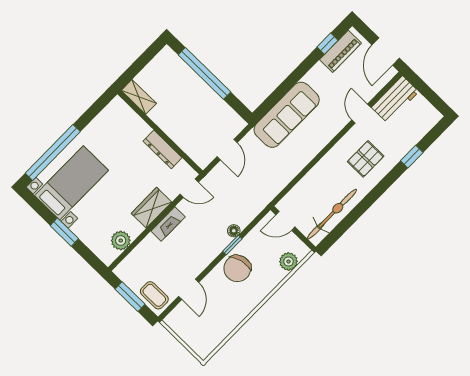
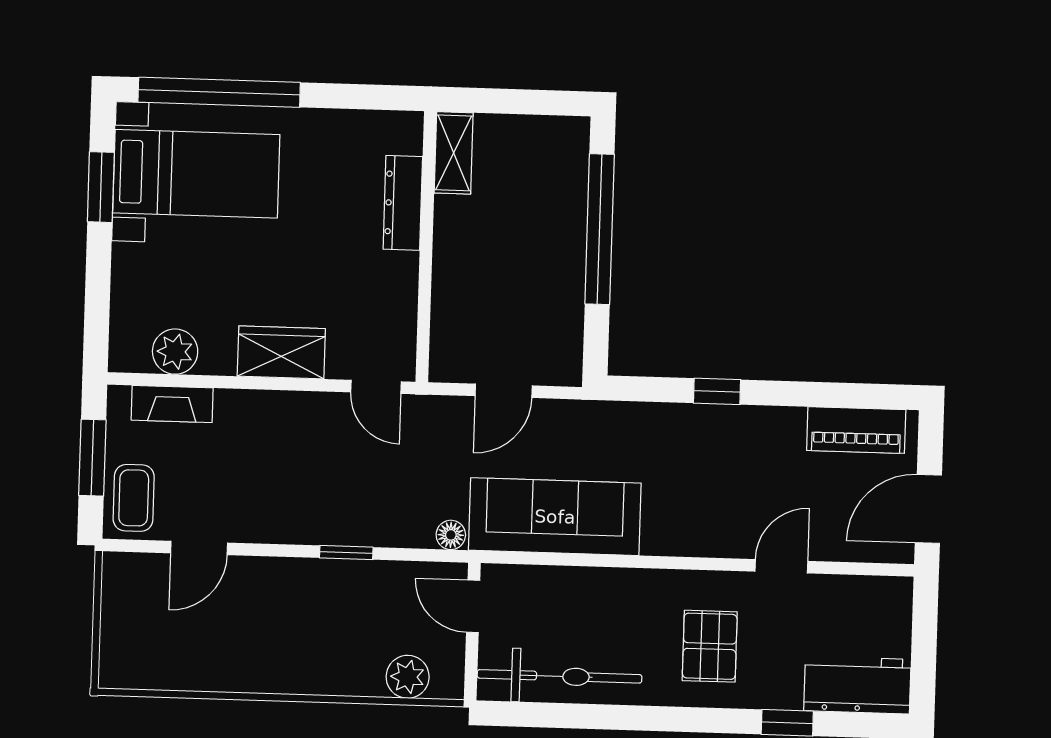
window: (328, 44) -> (717, 391), moved
workbench: (395, 100) -> (857, 685), moved, turned 180
sofa: (287, 115) -> (555, 517), moved, turned 180
dresser: (163, 149) -> (403, 203), moved
pallet: (366, 159) -> (710, 646), turned 90
fireplace: (168, 224) -> (172, 404), moved
floor lamp: (234, 231) -> (451, 535), moved
window: (64, 232) -> (101, 187), moved
chair: (237, 268) -> (314, 599), removed

